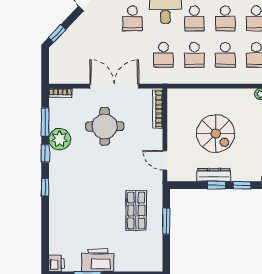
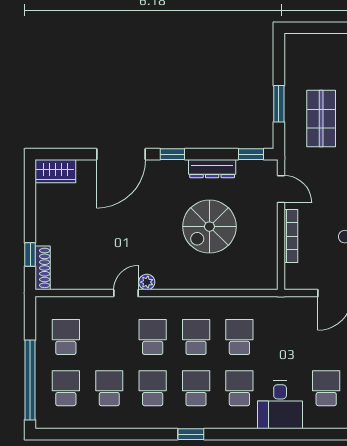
school desk: (163, 55) -> (283, 337), removed
bookcase: (158, 109) -> (291, 236), moved
spiral stairs: (216, 134) -> (209, 227), turned -90
window: (216, 185) -> (251, 154), moved

